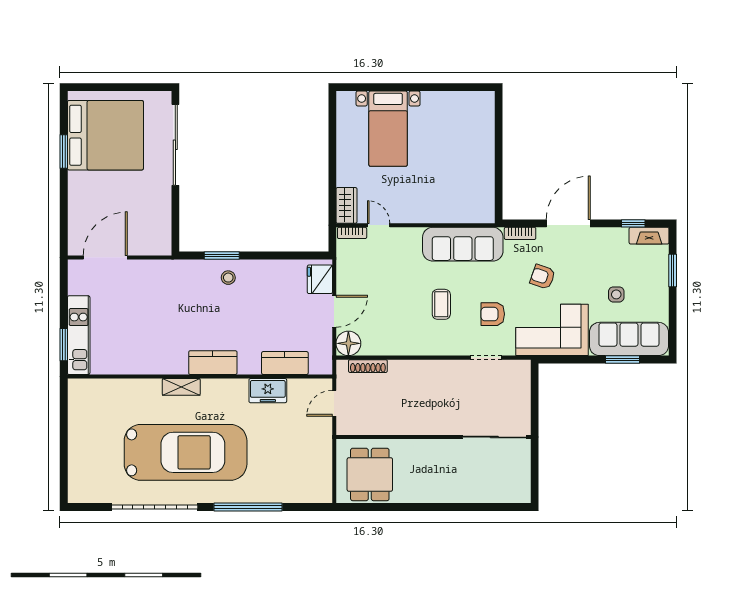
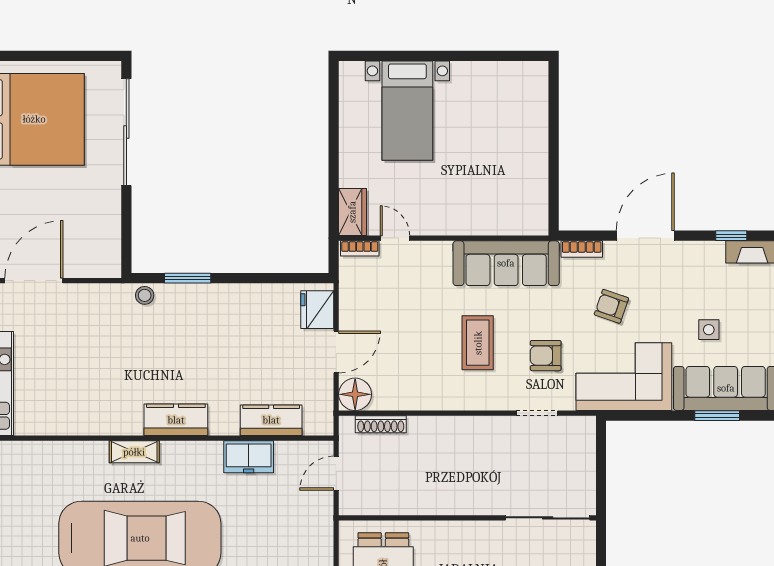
stool: (228, 278) -> (145, 295), moved
coffee table: (441, 304) -> (478, 343), width x1.36, depth x1.30

